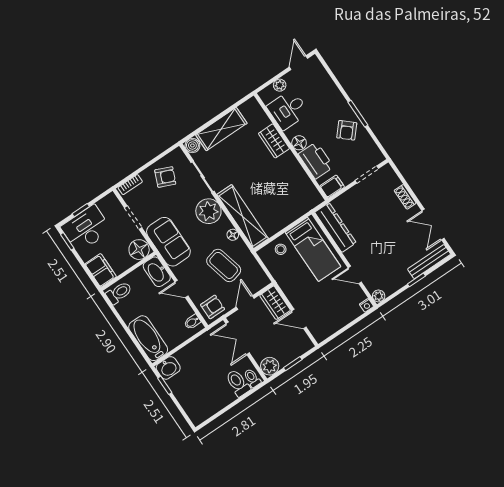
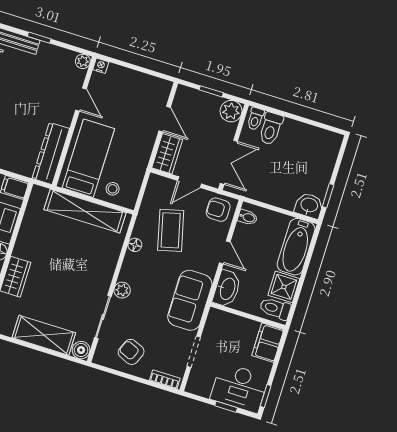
plant: (208, 211) -> (122, 290), width x0.53, depth x0.53
shelving: (243, 217) -> (85, 211), moved, turned 90
floor lamp: (139, 250) -> (219, 322), removed
shower: (128, 310) -> (284, 287), added

